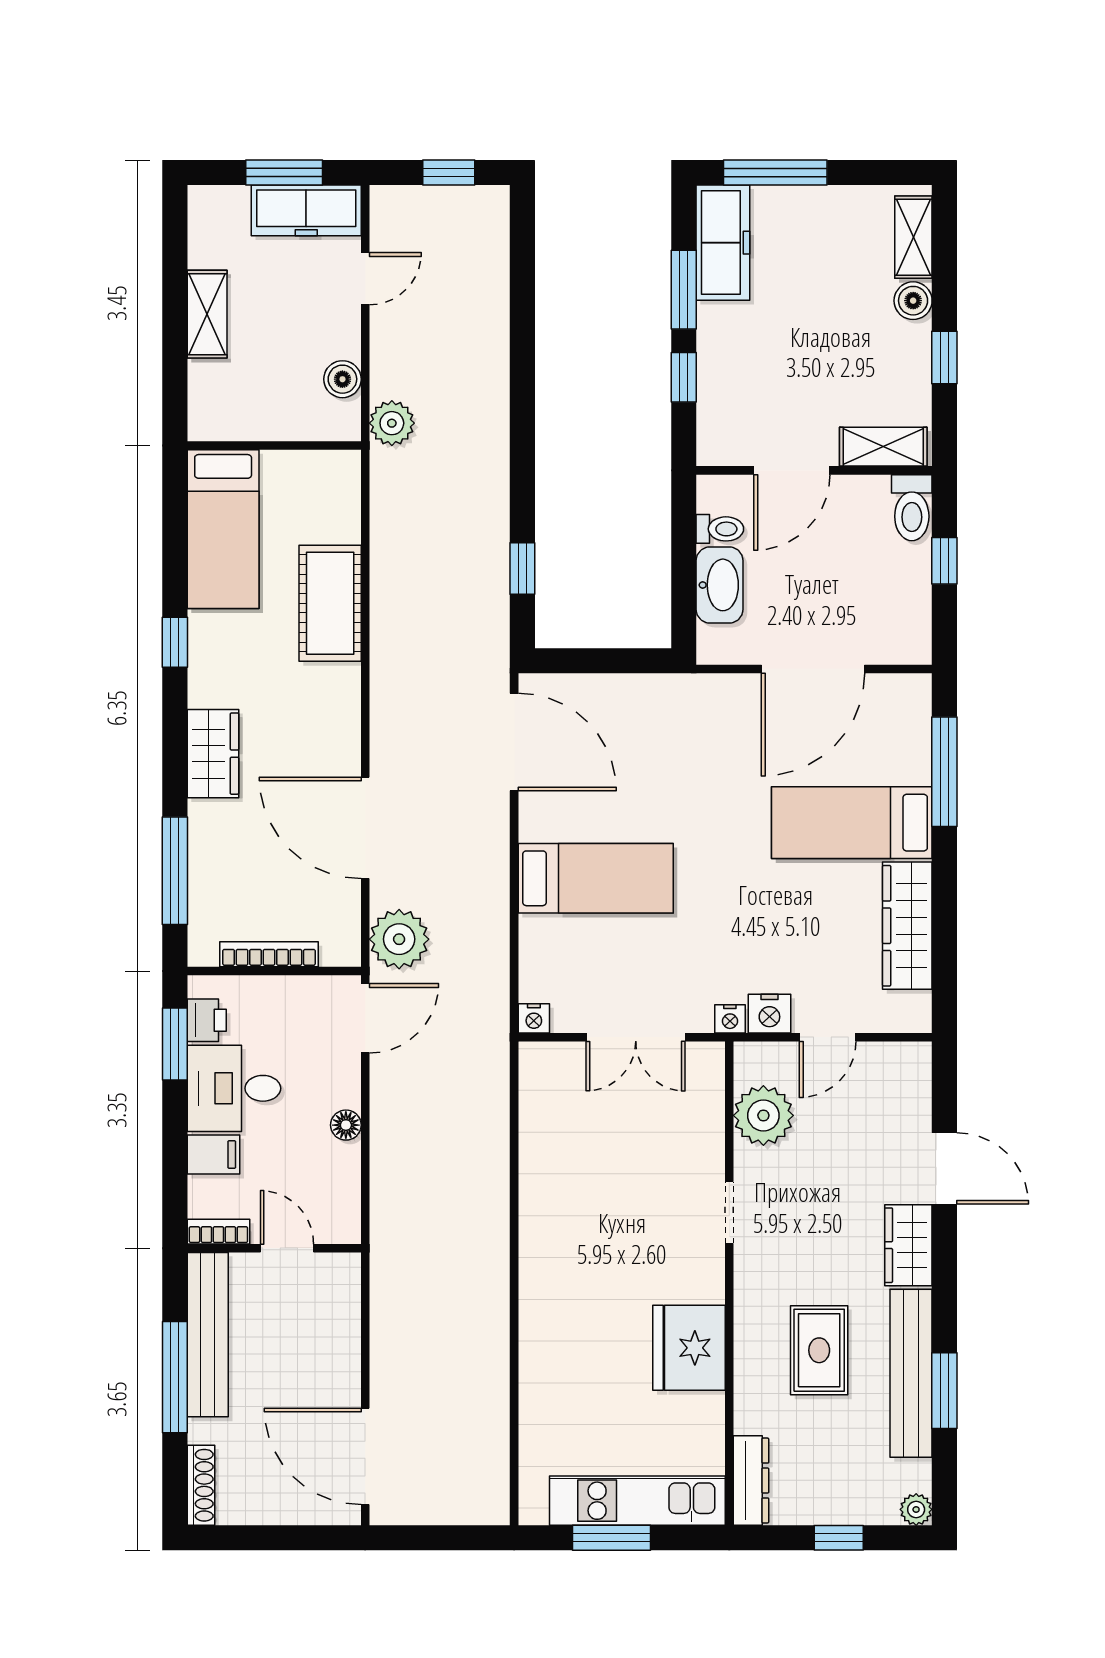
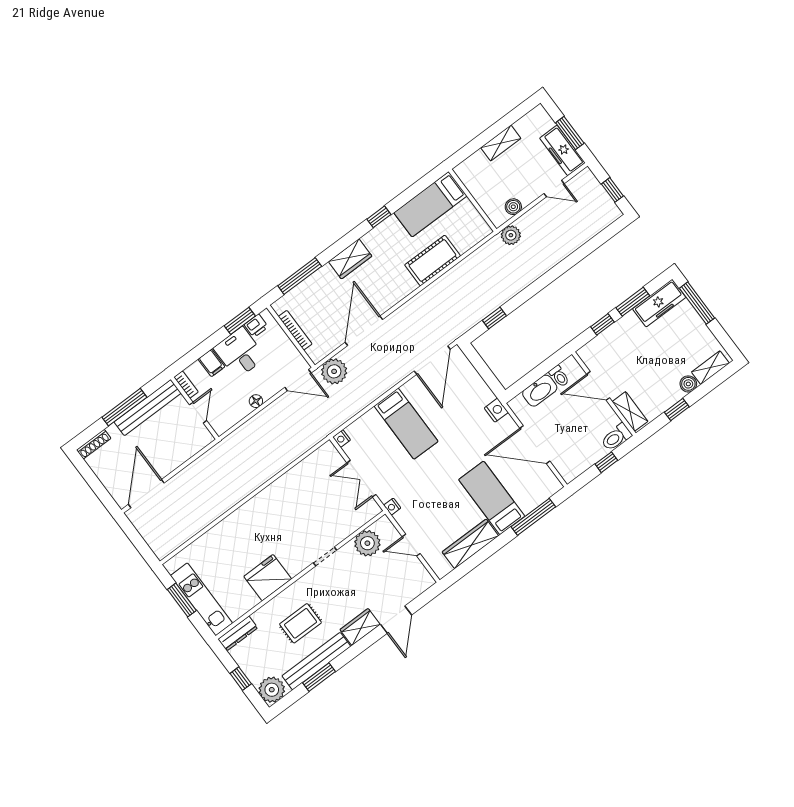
nightstand: (769, 1014) -> (496, 410), moved, turned 180
plant: (916, 1509) -> (272, 690), width x1.88, depth x1.88

